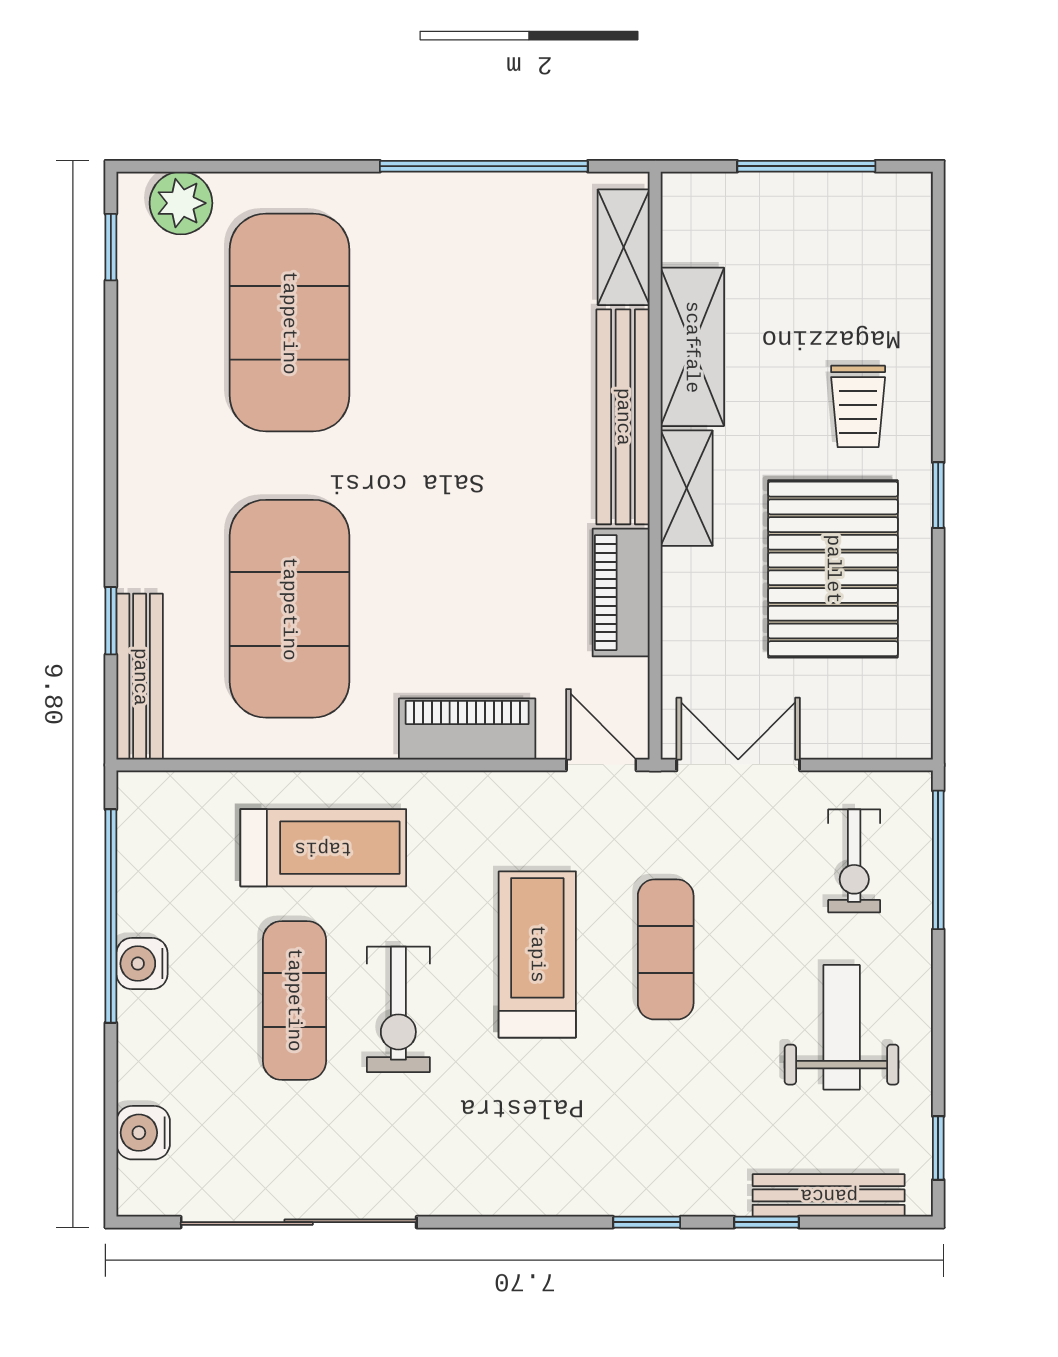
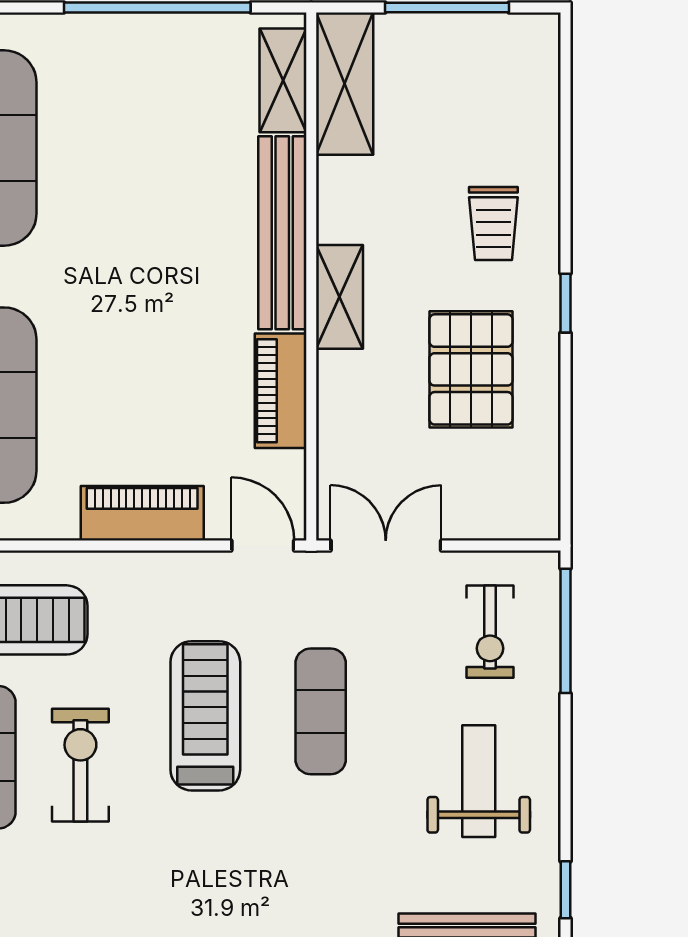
shelving: (692, 347) -> (345, 84), moved
pallet: (833, 569) -> (471, 369), width x0.73, depth x0.71
exercise bike: (398, 1009) -> (80, 765), turned 180

